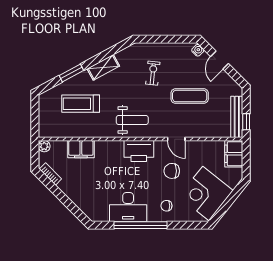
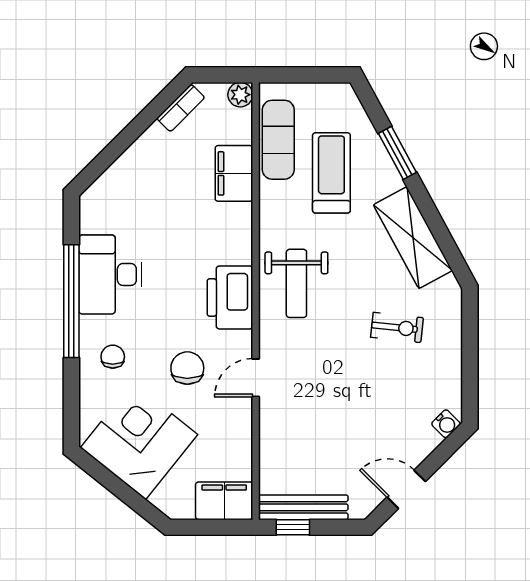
door: (219, 60) -> (406, 489), moved
shelving: (103, 67) -> (413, 238), width x1.50, depth x1.33
exercise mat: (190, 96) -> (278, 140), moved

